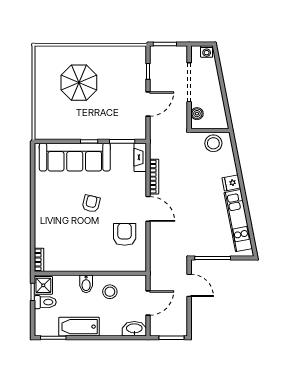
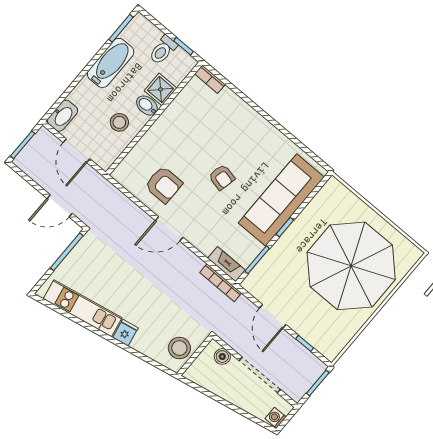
parasol: (79, 83) -> (351, 266), width x1.86, depth x1.86
bookcase: (154, 177) -> (221, 283), moved
shower: (43, 285) -> (160, 89), moved

